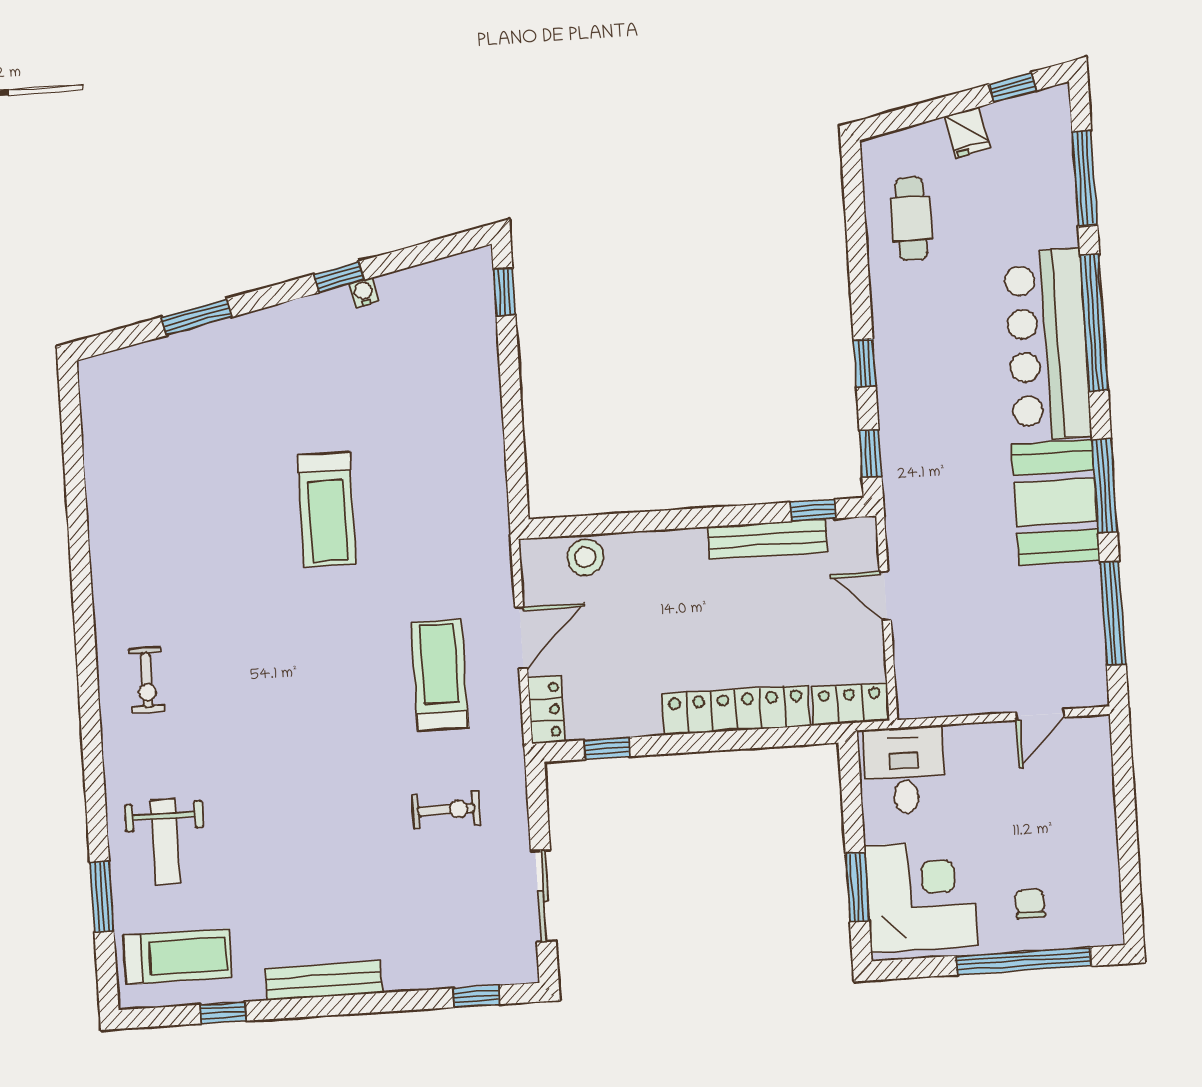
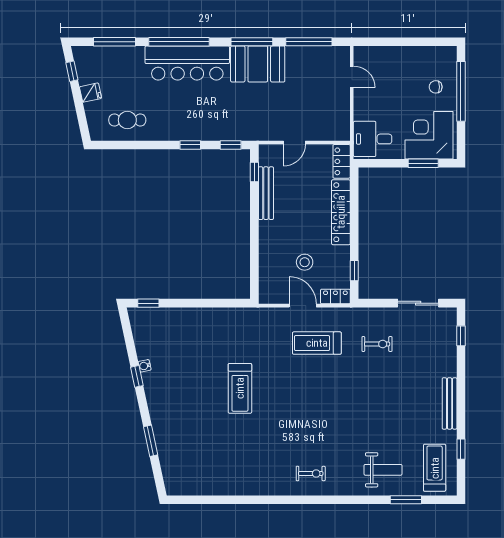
treadmill: (327, 509) -> (240, 388), turned 90
stool: (585, 557) -> (305, 262), moved
exercise bike: (446, 810) -> (377, 344), turned 90

